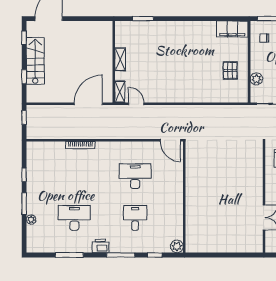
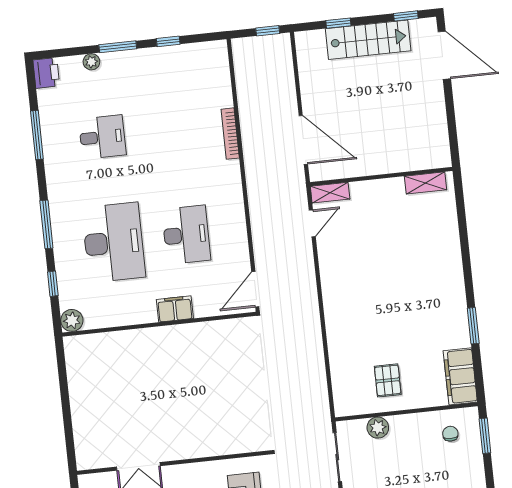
window: (143, 19) -> (473, 326), moved
shelving: (120, 59) -> (426, 183), moved
pallet: (230, 70) -> (388, 380), turned 90
filing cabinet: (177, 187) -> (175, 309), added
desk: (74, 218) -> (102, 137), width x0.73
desk: (135, 218) -> (114, 242), width x1.87, depth x1.30
printer: (100, 246) -> (46, 73), moved

